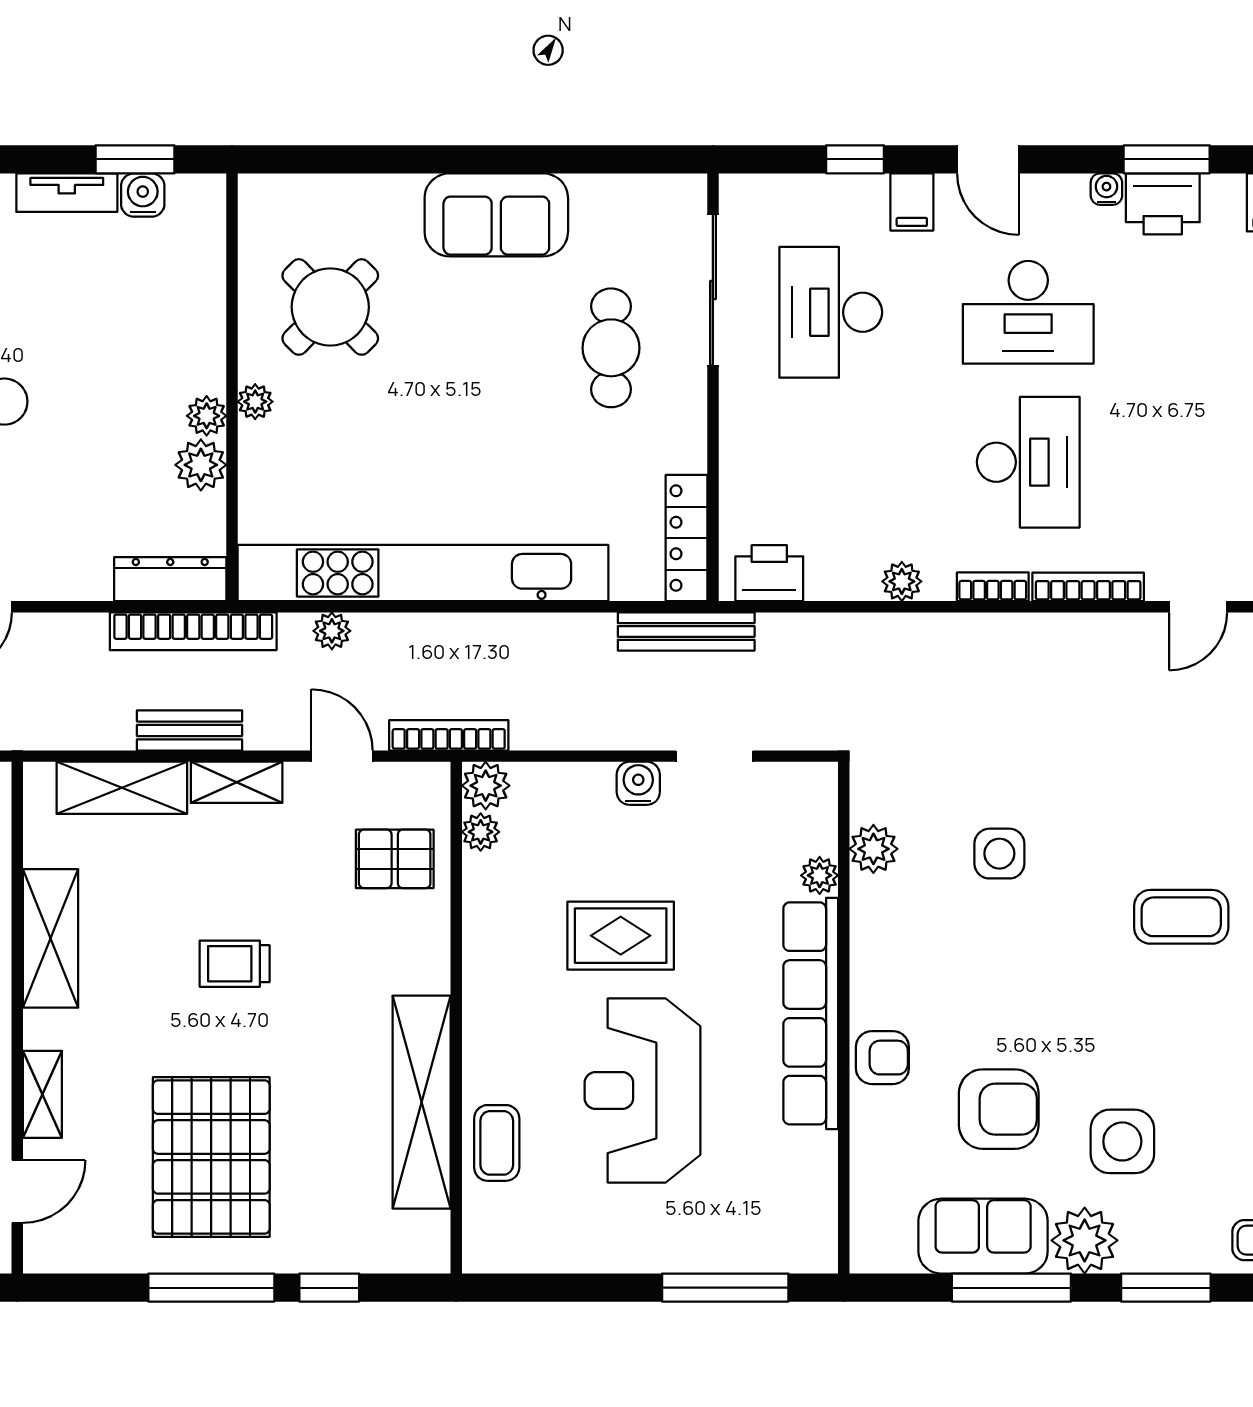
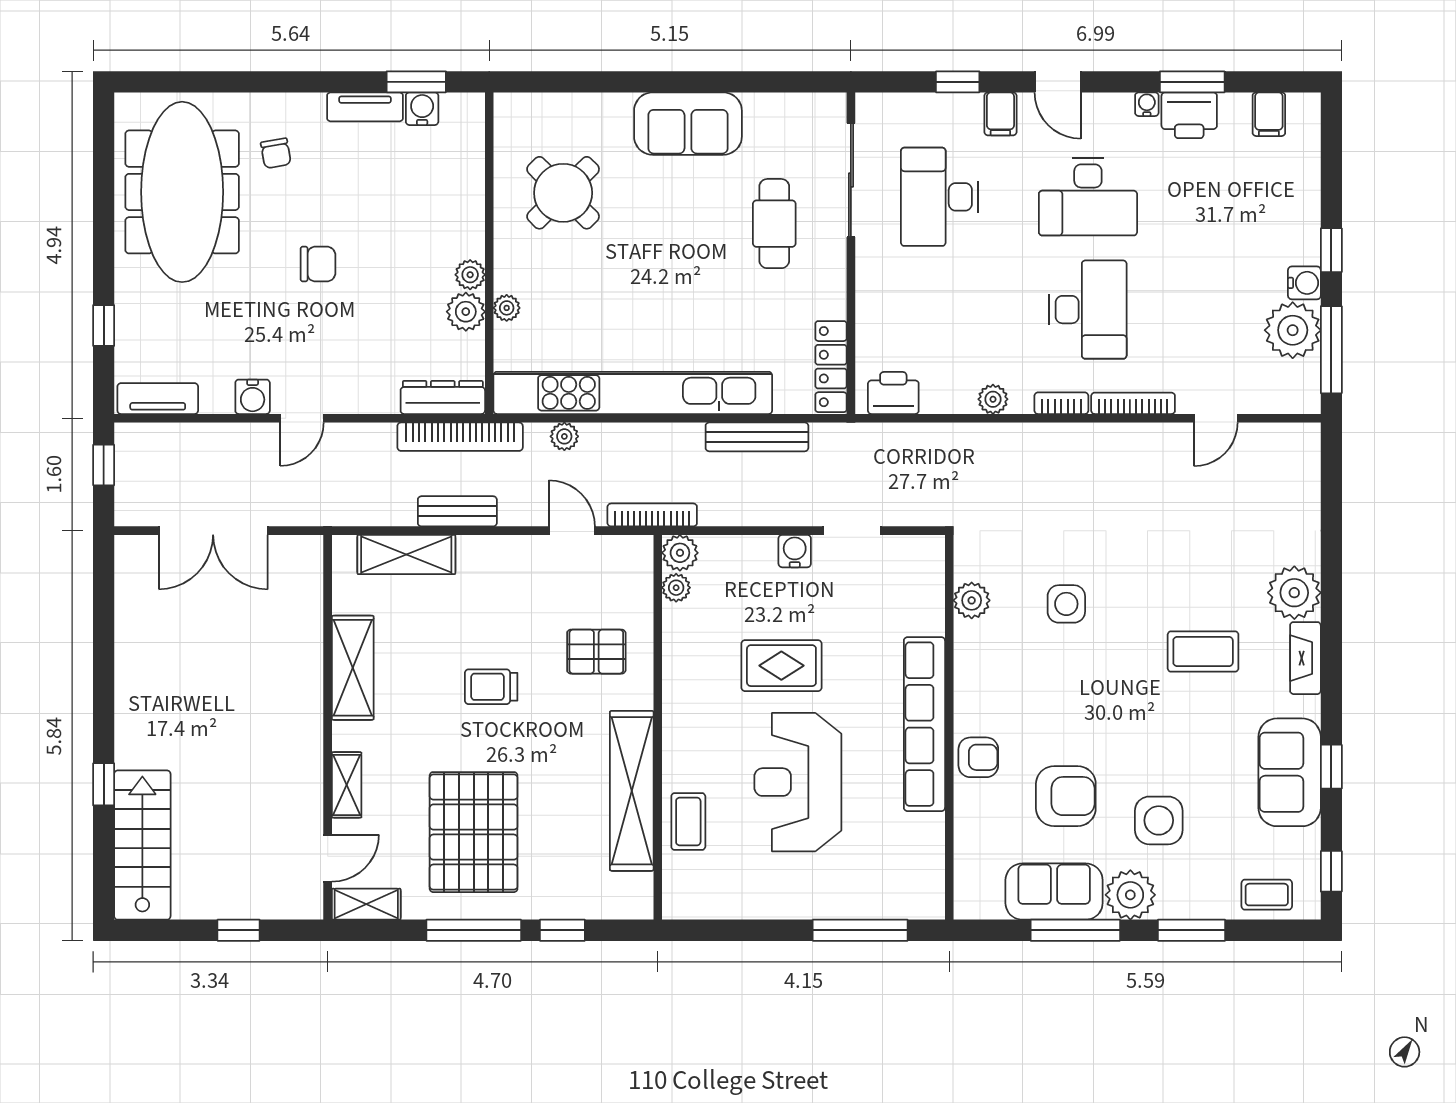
plant: (255, 402) -> (507, 308), moved
bench: (686, 631) -> (757, 437), moved
shelving: (237, 782) -> (366, 904), moved
pallet: (395, 859) -> (596, 652), moved
plant: (820, 875) -> (931, 620), removed

